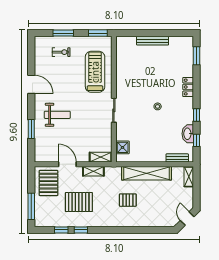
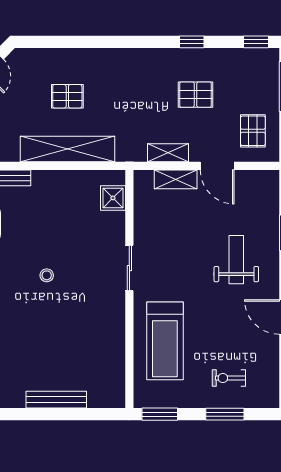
weight bench: (57, 115) -> (236, 260), turned 90
shelving: (101, 157) -> (176, 179), moved
pallet: (48, 183) -> (253, 131), width x0.67, depth x0.71
pallet: (128, 200) -> (67, 96), moved
pallet: (79, 202) -> (195, 95), width x0.67, depth x0.71
window: (61, 230) -> (256, 42), moved

